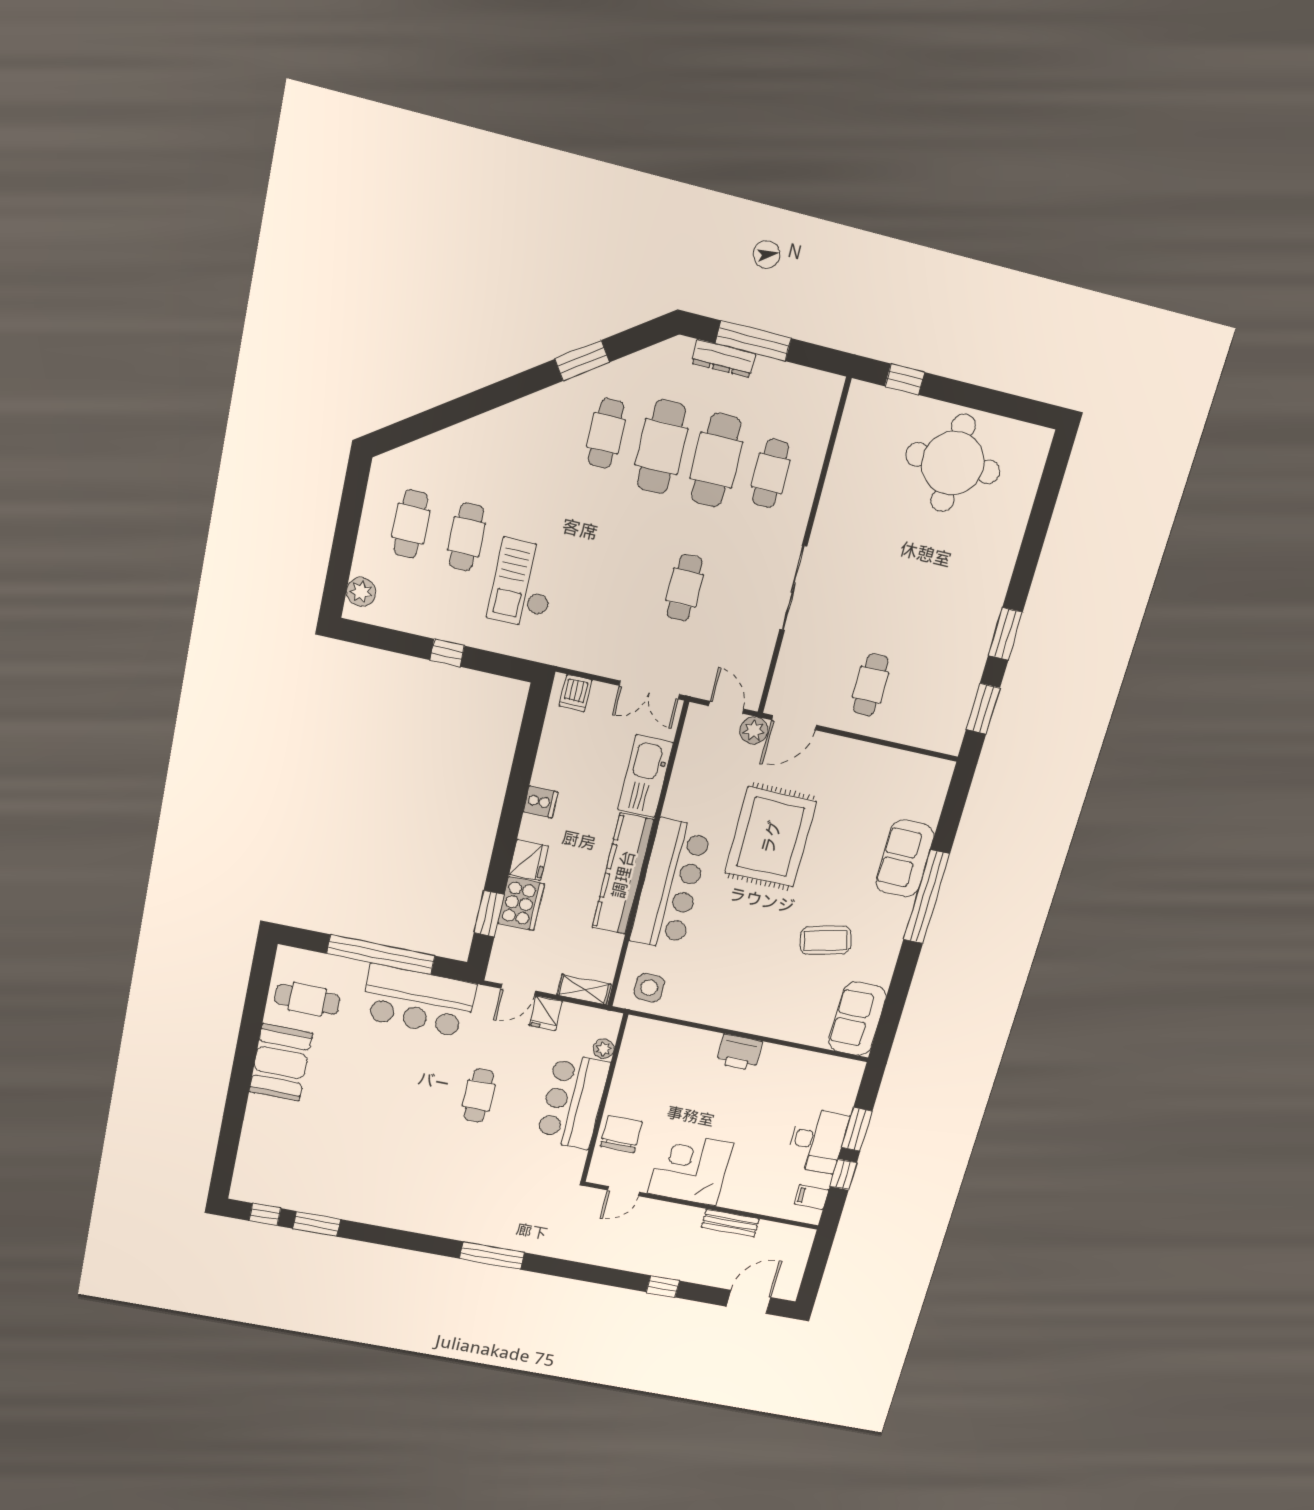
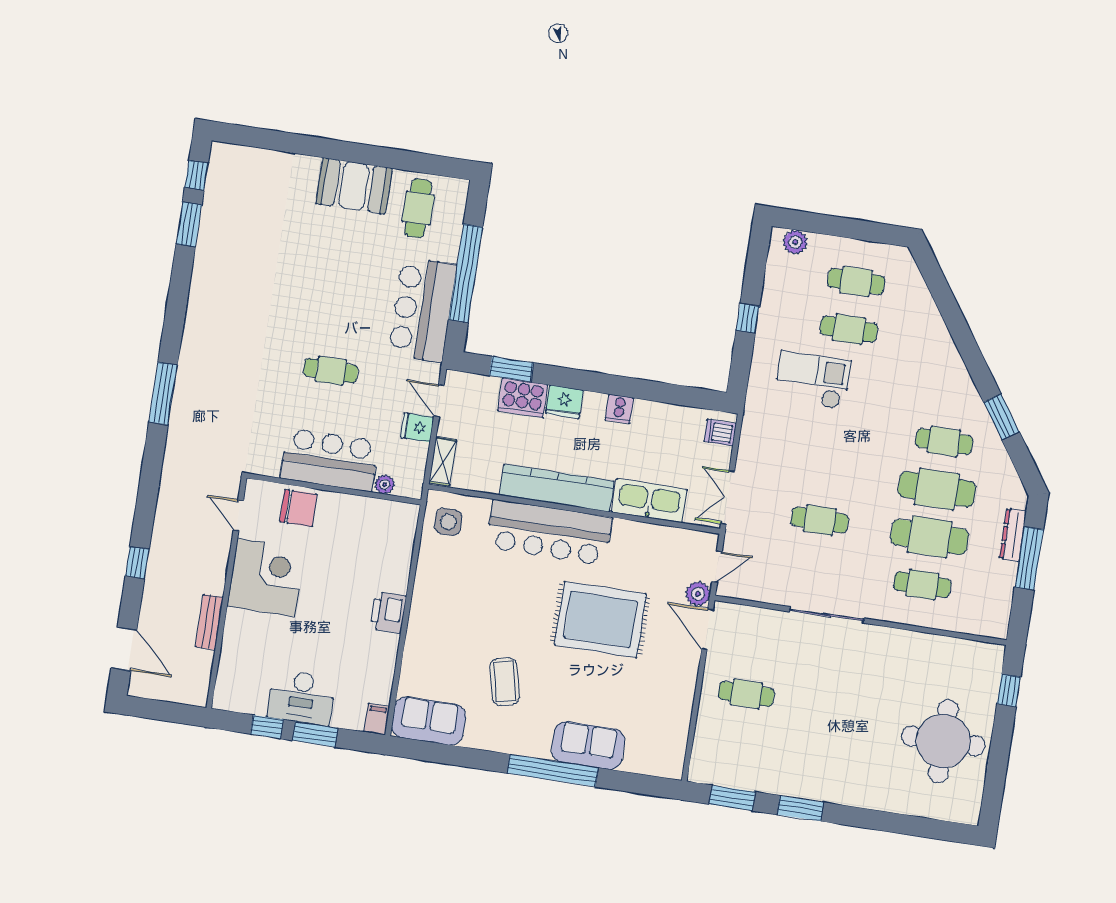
filing cabinet: (812, 1197) -> (377, 719), moved

